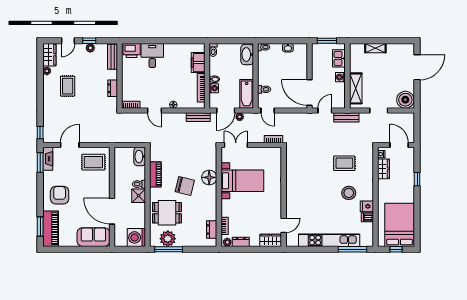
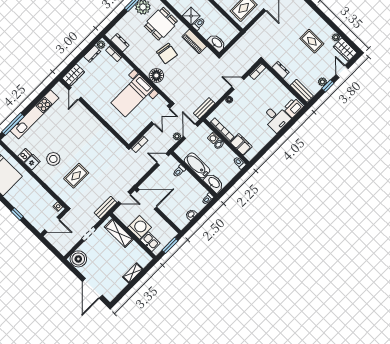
washing machine: (340, 77) -> (139, 227), width x1.89, depth x1.89
bathtub: (247, 94) -> (197, 165), moved
door: (325, 110) -> (125, 198), hinge flipped
wardrobe: (383, 169) -> (46, 198), removed
chair: (185, 186) -> (167, 53), turned -95

